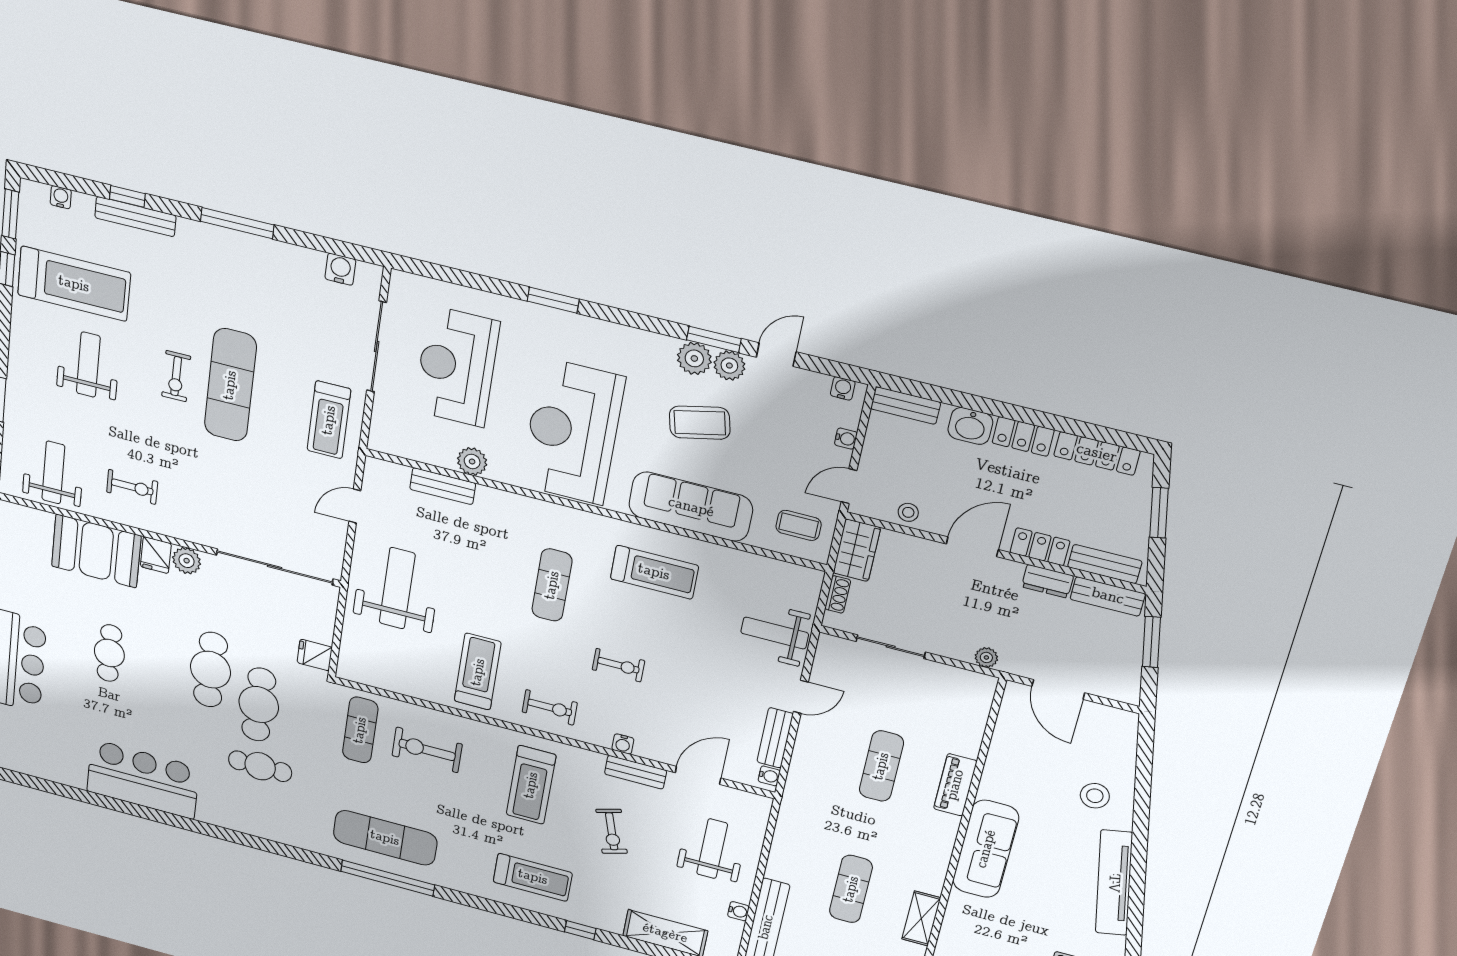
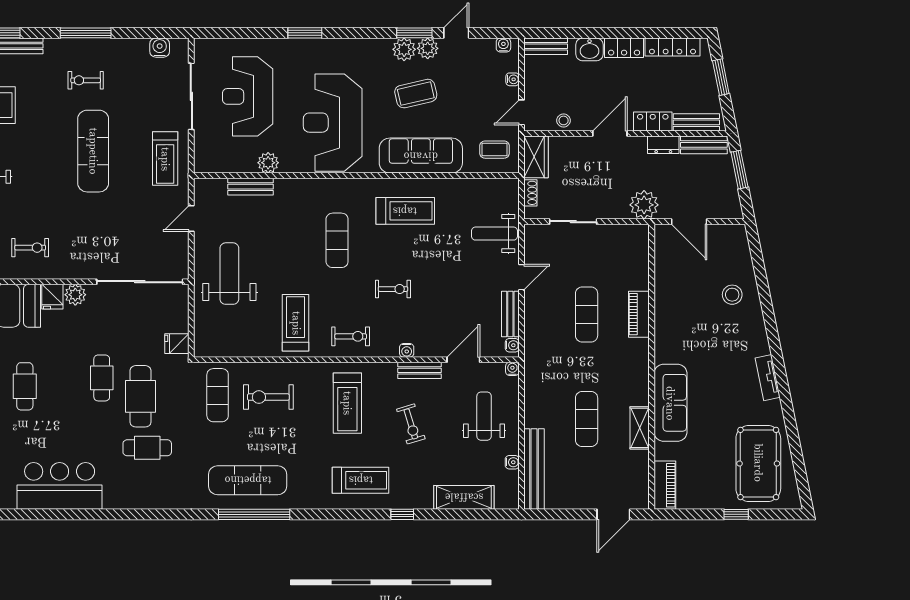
exercise bike: (176, 376) -> (86, 80), moved, turned 90
plant: (986, 657) -> (644, 205), width x1.87, depth x1.87
cafe table: (211, 670) -> (102, 378), width x0.73, depth x0.74
water cooler: (763, 804) -> (512, 369), added
sofa: (986, 849) -> (670, 403), moved
tv unit: (1114, 883) -> (768, 378), width x0.52, depth x0.78

